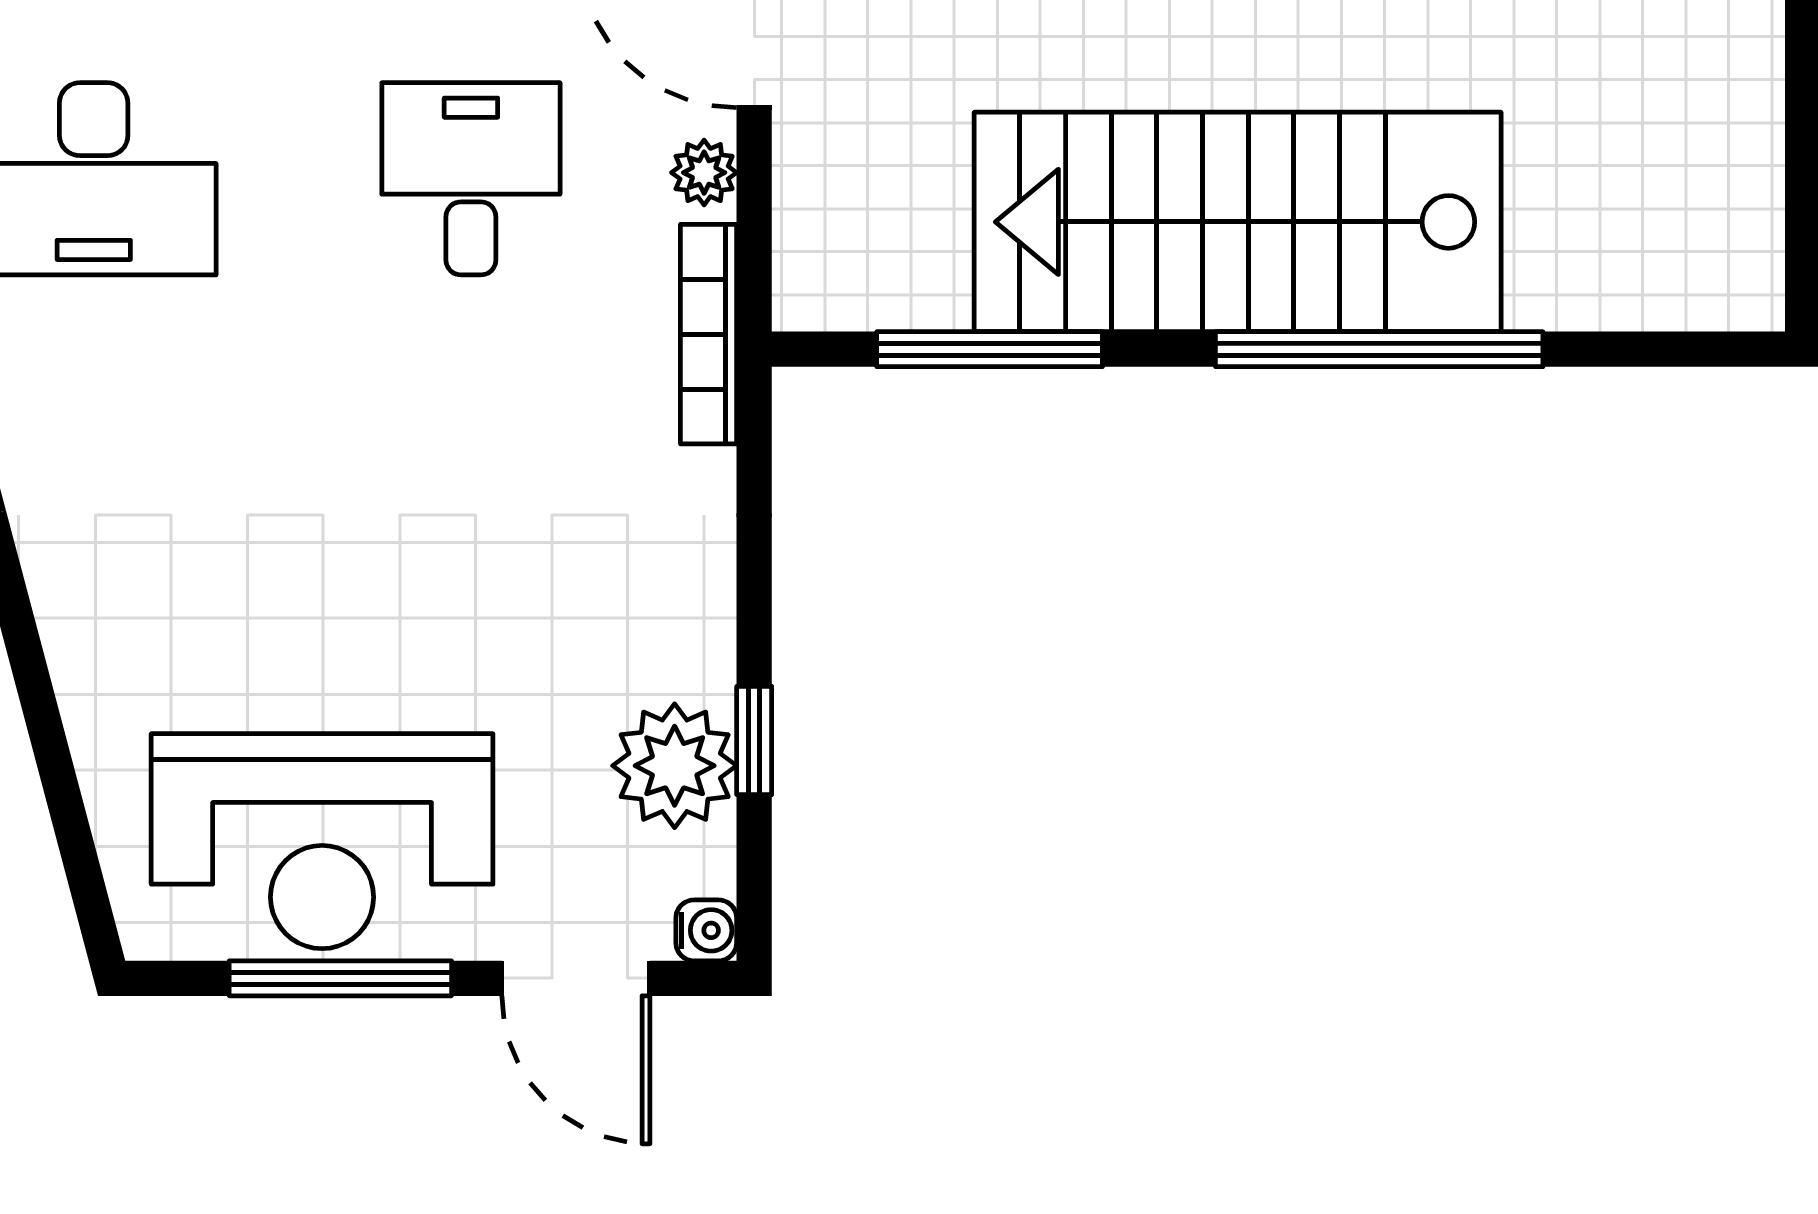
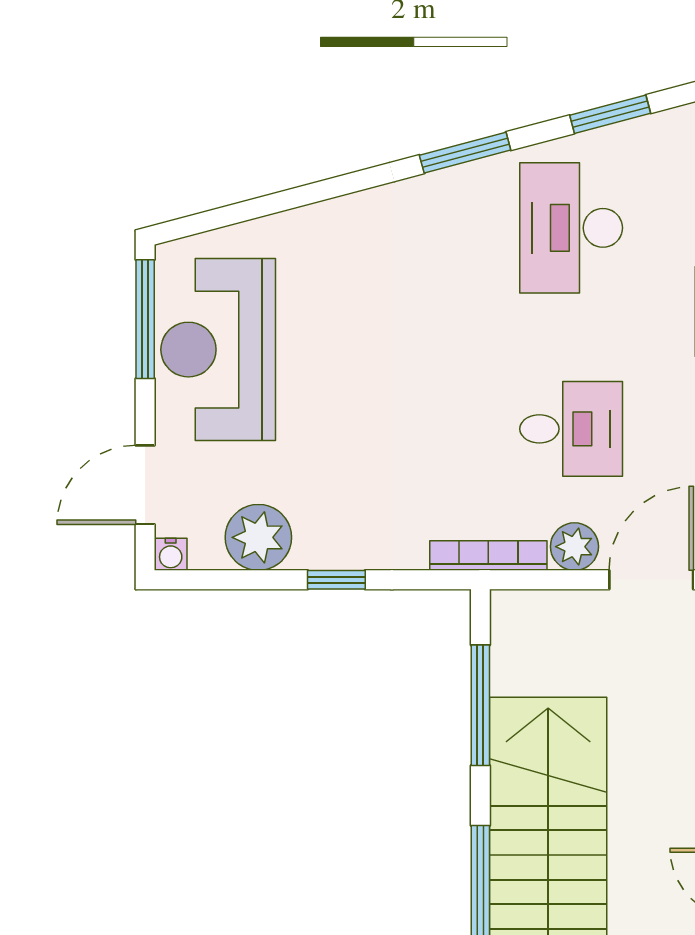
plant: (704, 173) -> (574, 547), width x1.38, depth x1.38
window: (754, 740) -> (336, 580), moved
window: (340, 978) -> (145, 319), moved

